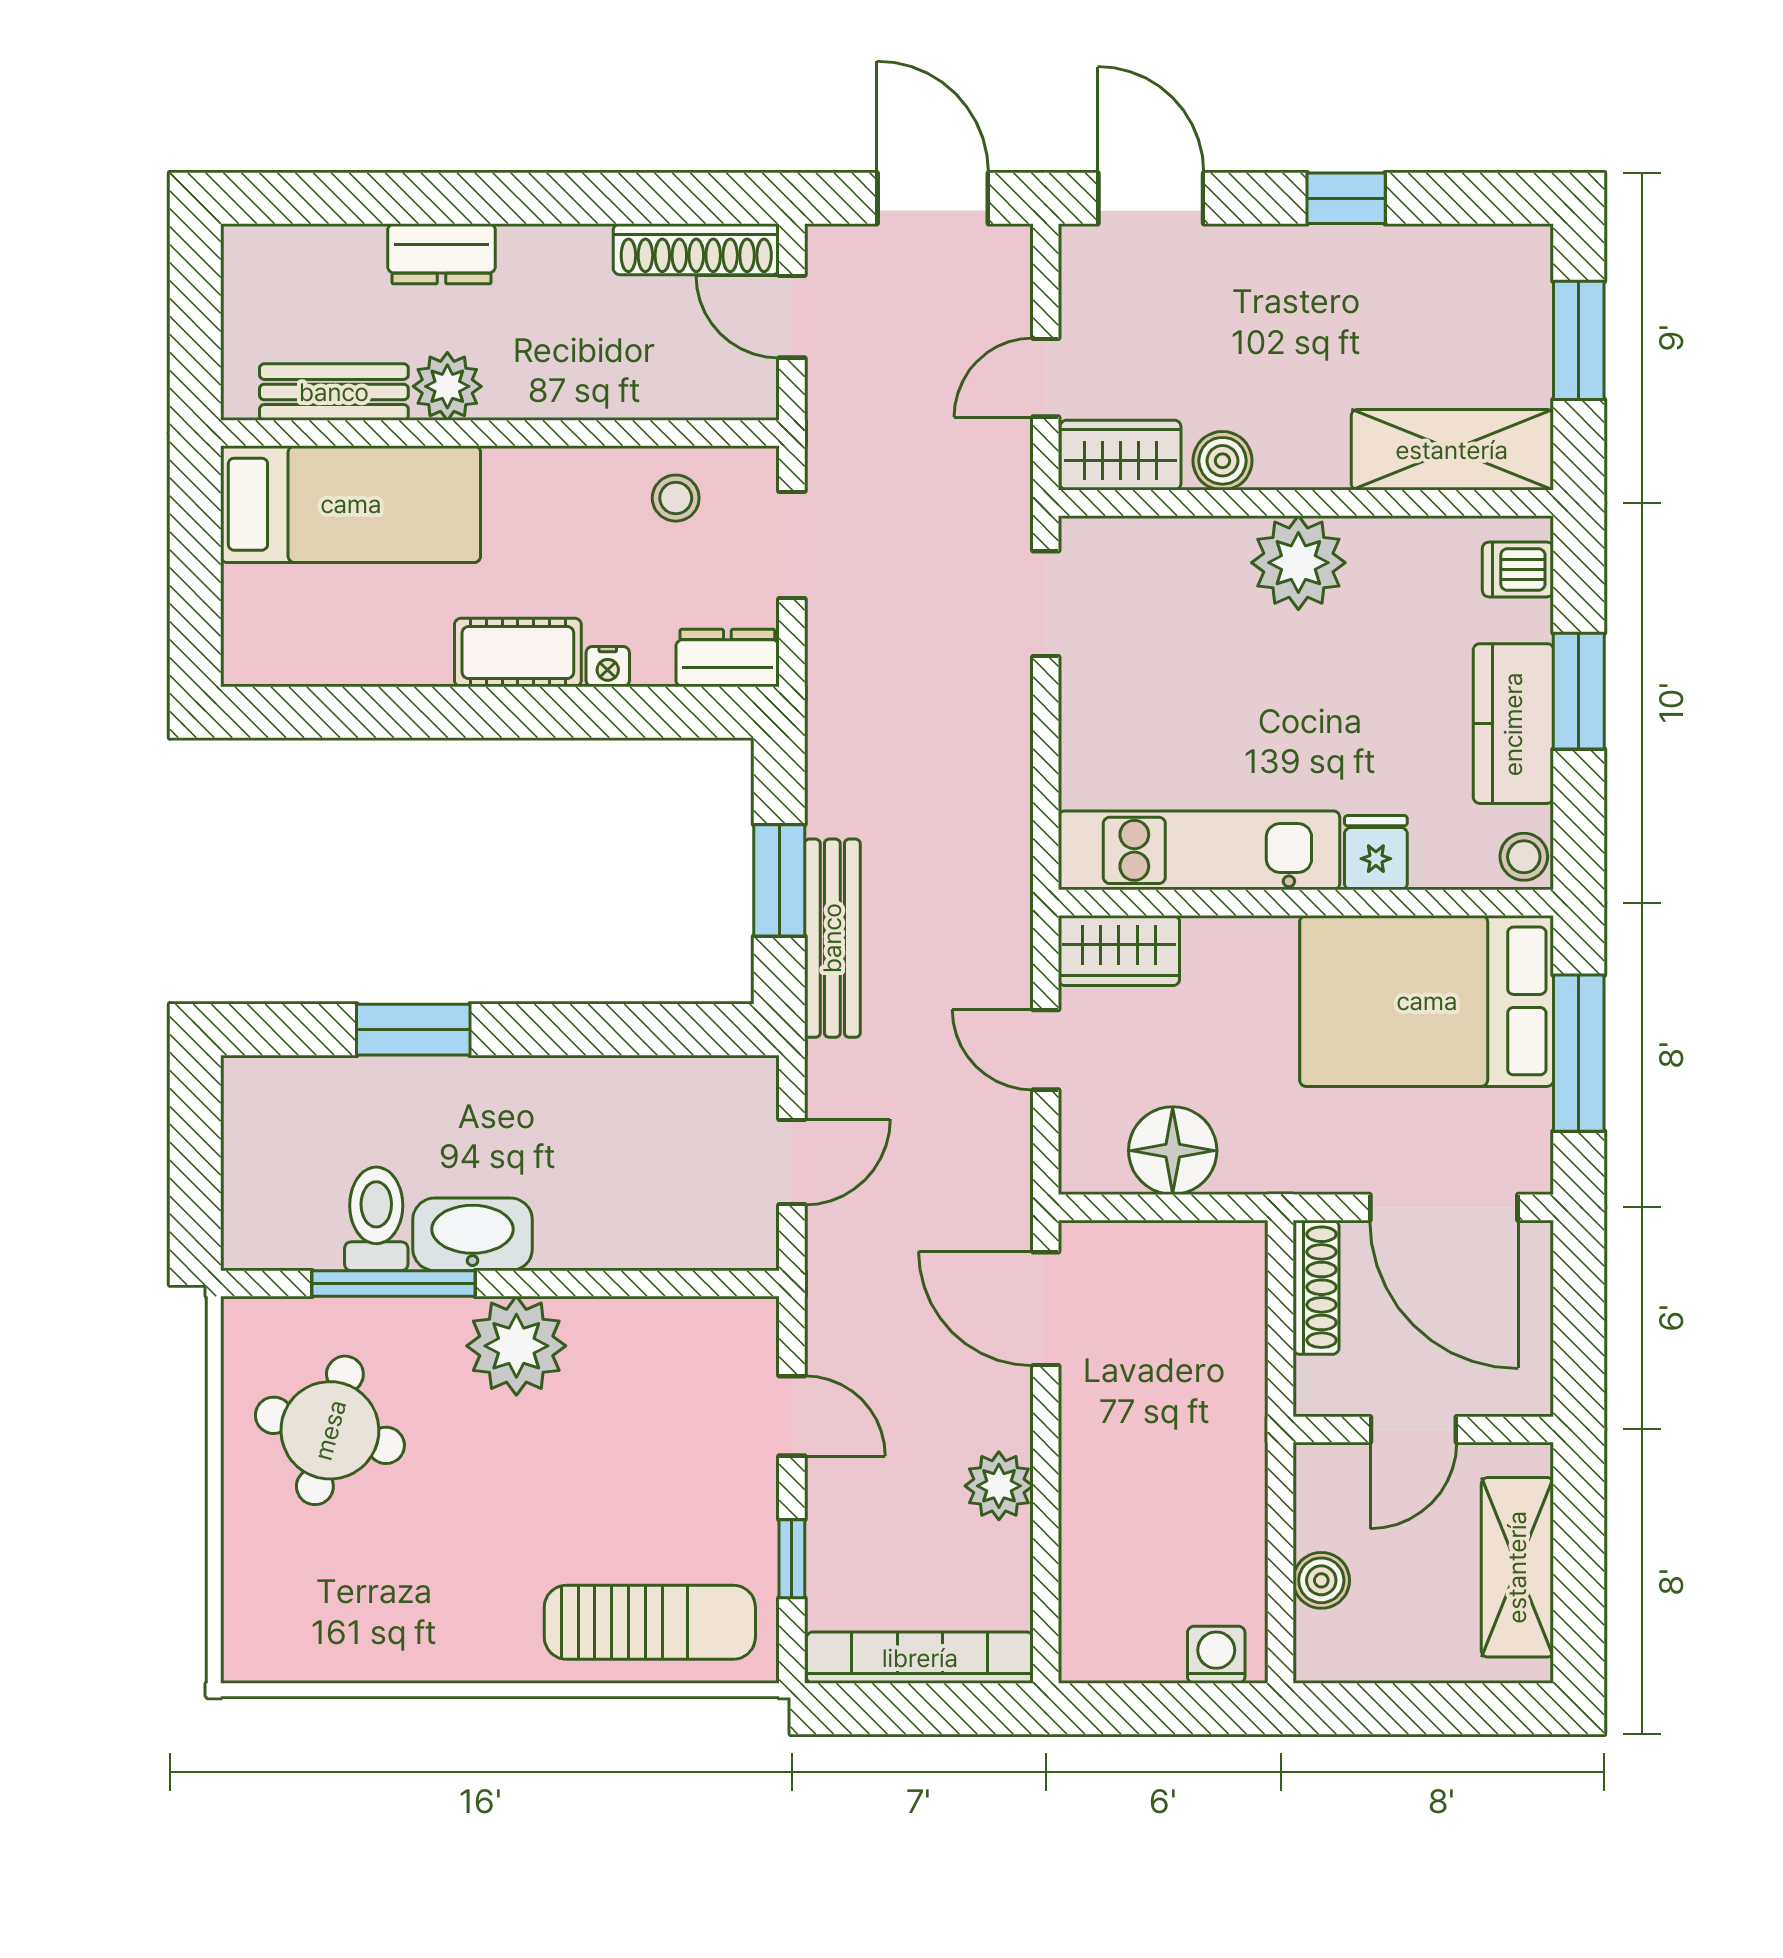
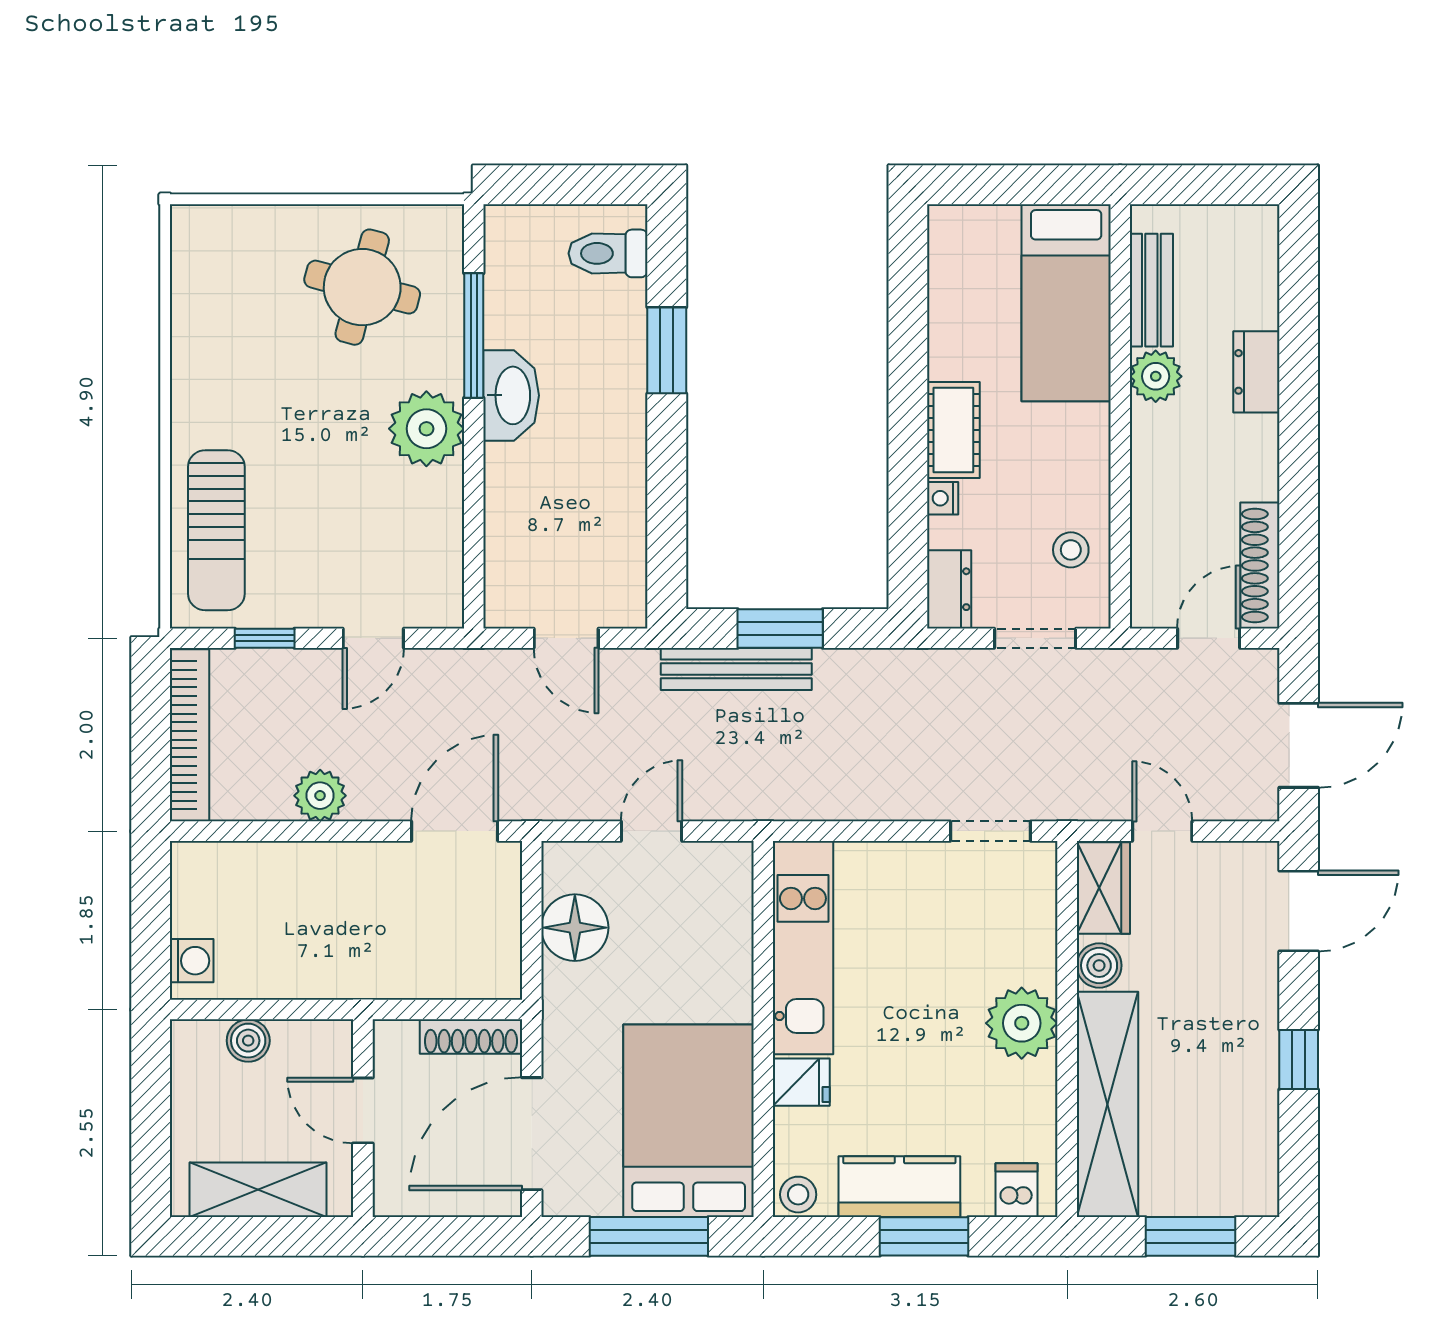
shelving: (1452, 450) -> (1107, 1104), width x1.47
wardrobe: (1119, 950) -> (727, 887), removed
toilet: (376, 1219) -> (608, 253), moved, turned 180

